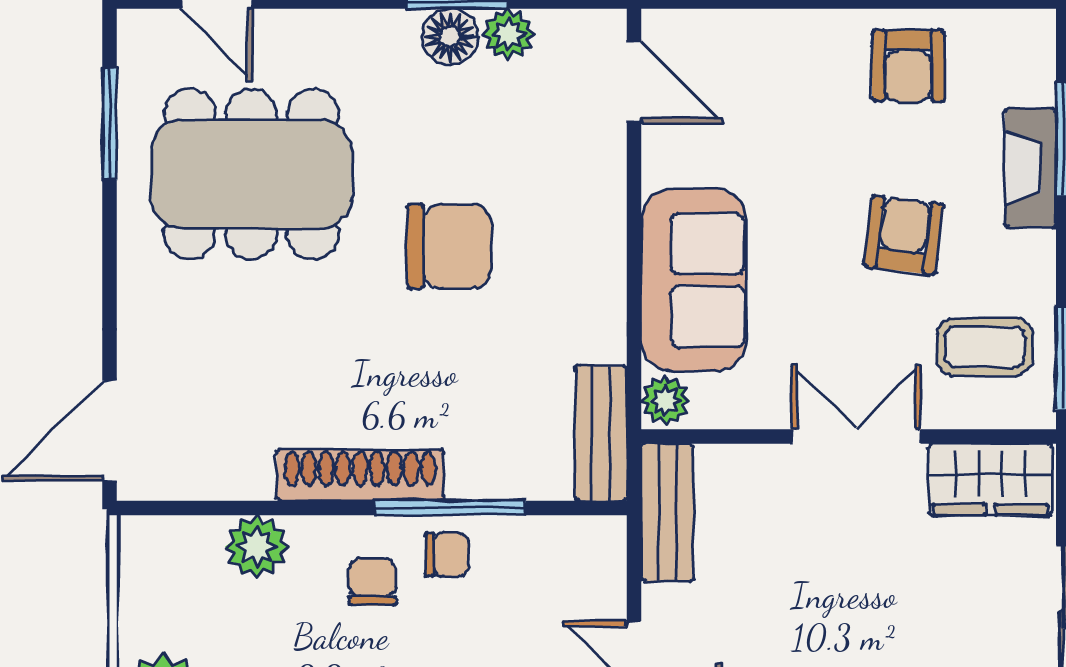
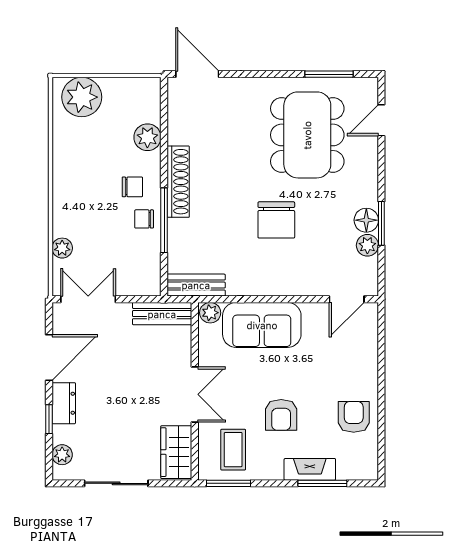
armchair: (908, 66) -> (354, 417), turned 90
armchair: (904, 235) -> (281, 415), turned 83
chair: (447, 554) -> (144, 219), turned 90

